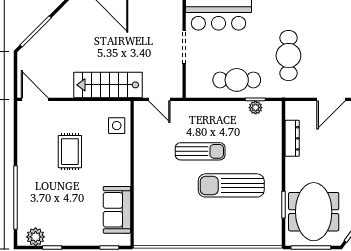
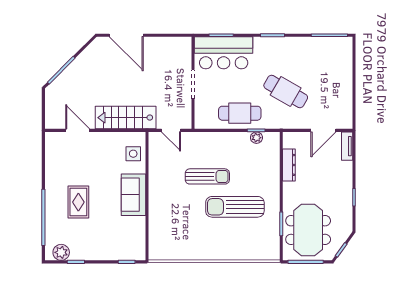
cafe table: (288, 56) -> (286, 91), turned -60
door: (35, 99) -> (78, 130), moved
rug: (70, 152) -> (78, 202), moved
sofa: (117, 210) -> (133, 195), moved

